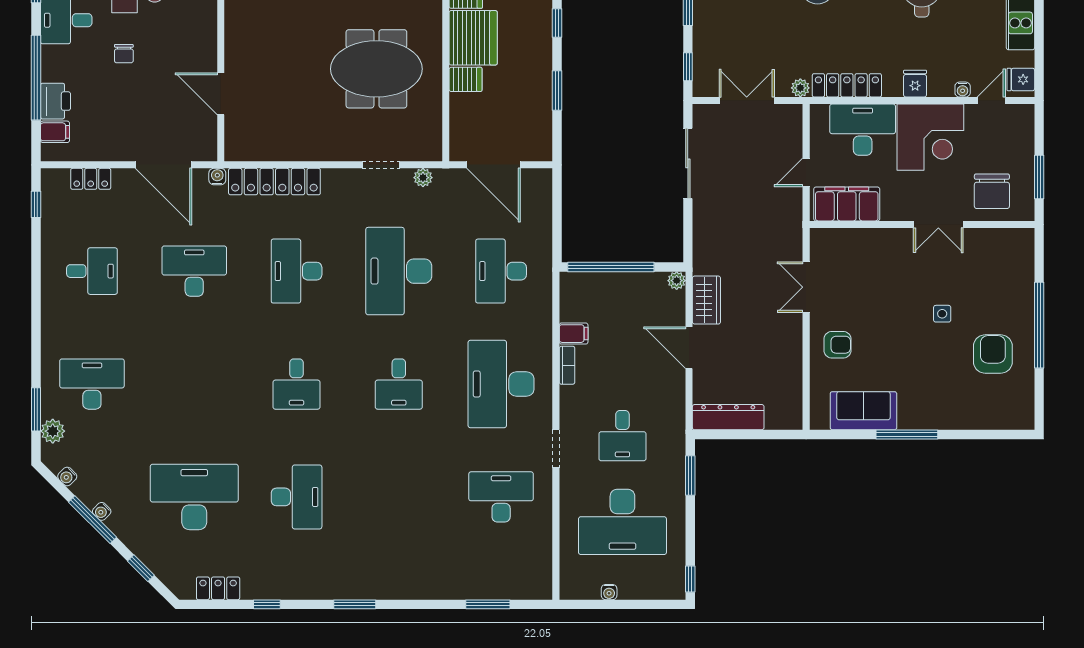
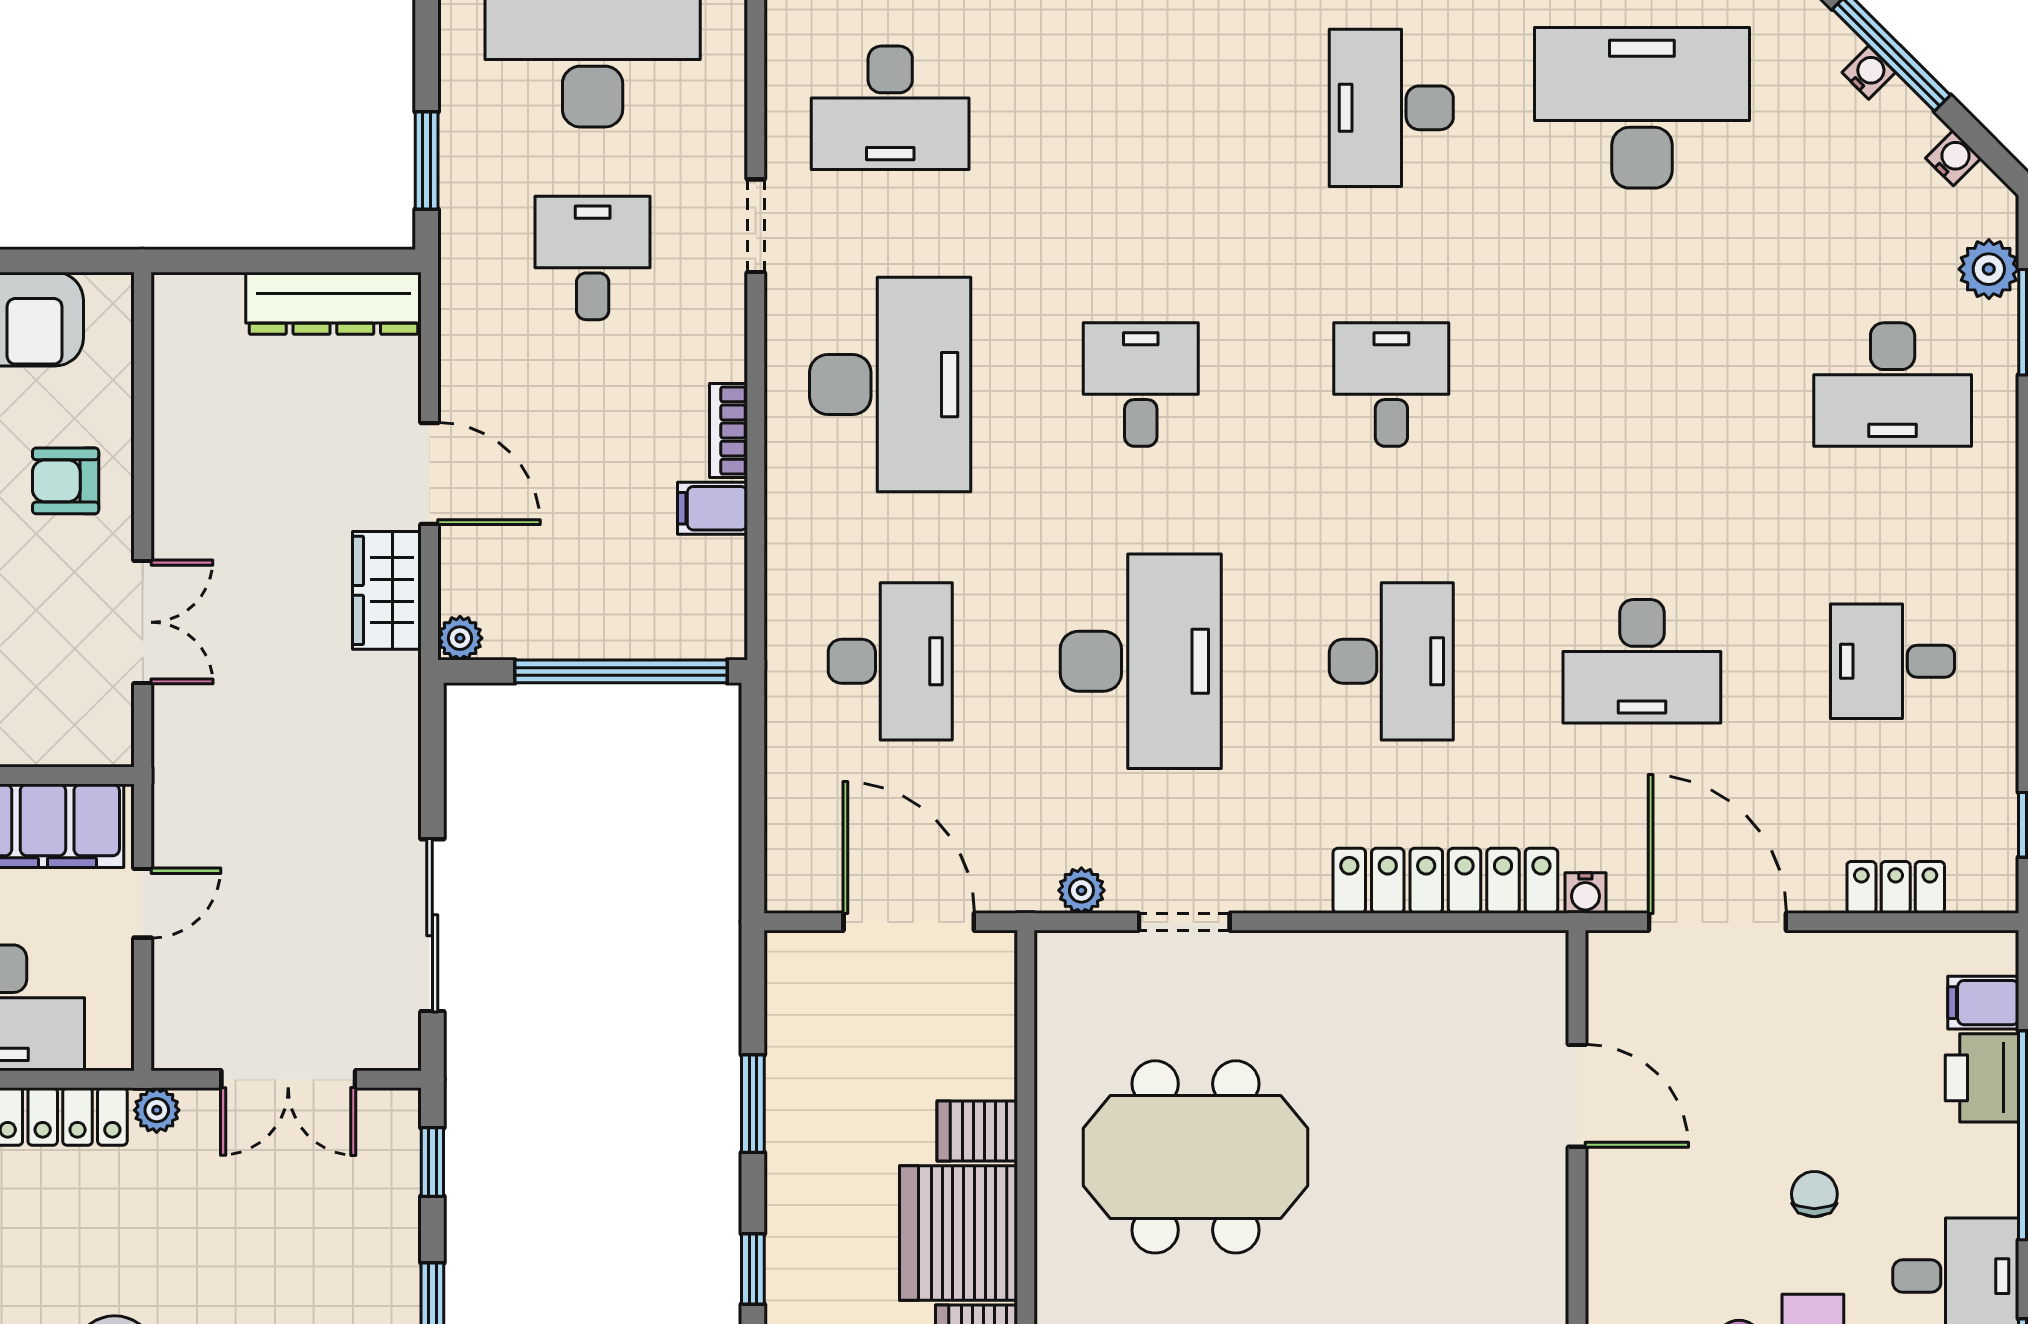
desk: (194, 497) -> (1642, 108), turned 180

